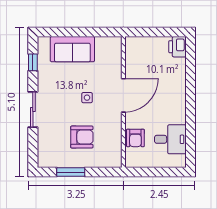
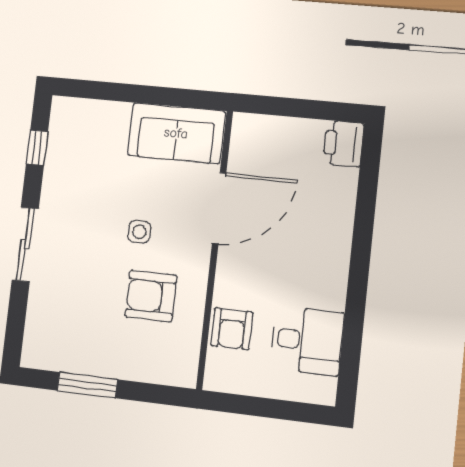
sofa: (72, 49) -> (176, 133), moved
door: (123, 95) -> (219, 208), moved
armchair: (82, 137) -> (151, 296), moved, turned 180

